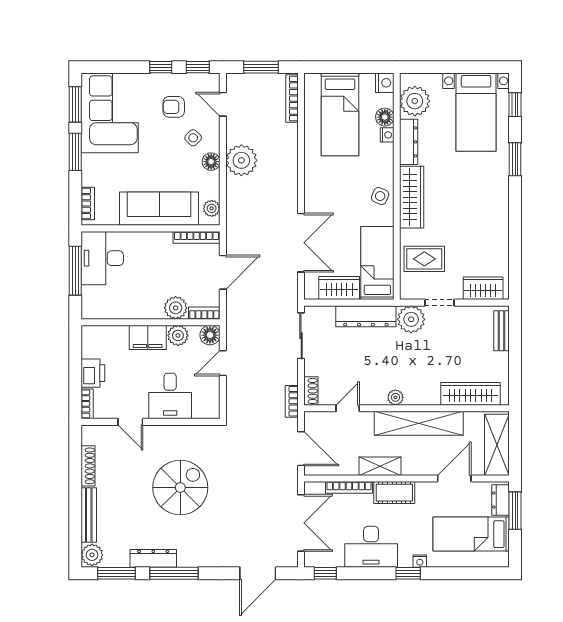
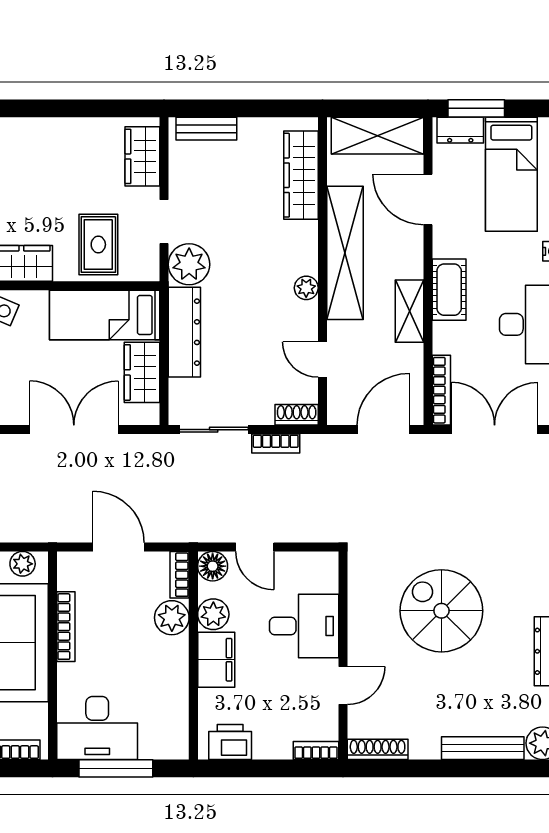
bookcase: (197, 237) -> (66, 627), moved
printer: (93, 373) -> (230, 742), moved
bookcase: (292, 401) -> (276, 444), moved
shoe rack: (88, 466) -> (378, 749), moved
bookcase: (349, 487) -> (441, 390), moved

